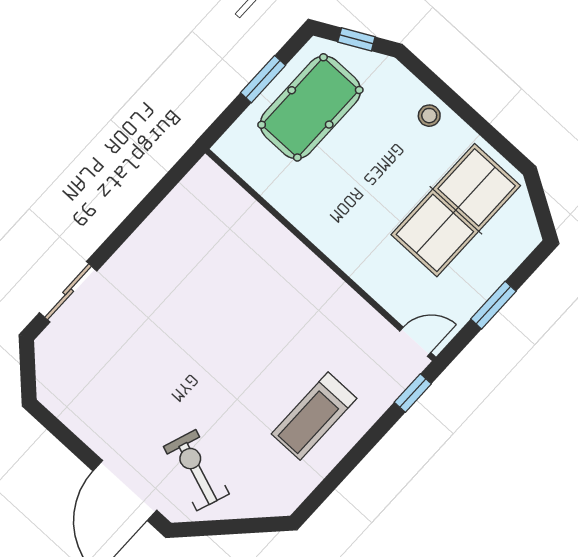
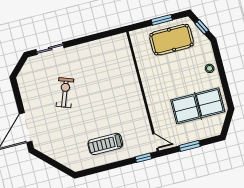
exercise bike: (196, 470) -> (65, 93), moved

